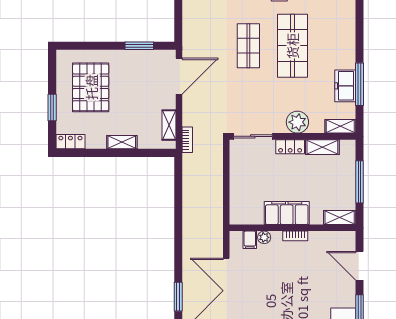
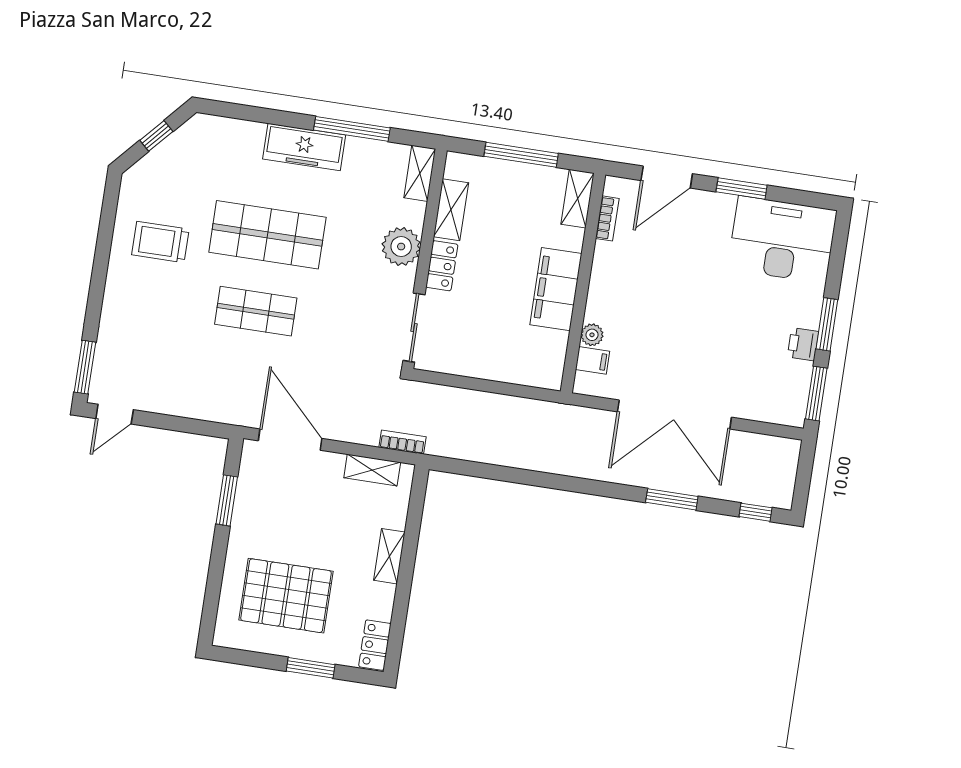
freezer: (345, 86) -> (304, 147), moved, width x1.40
bookcase: (295, 236) -> (607, 218), moved

